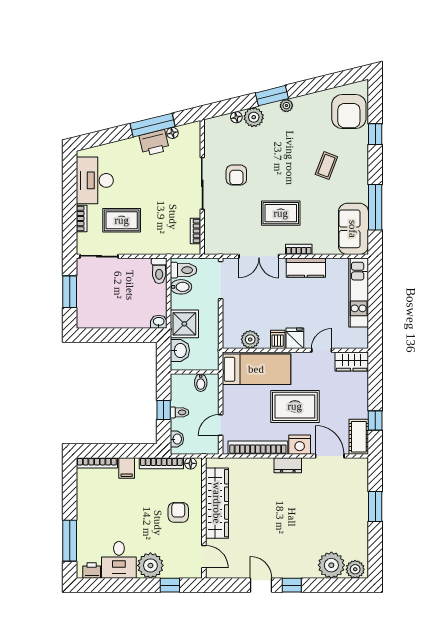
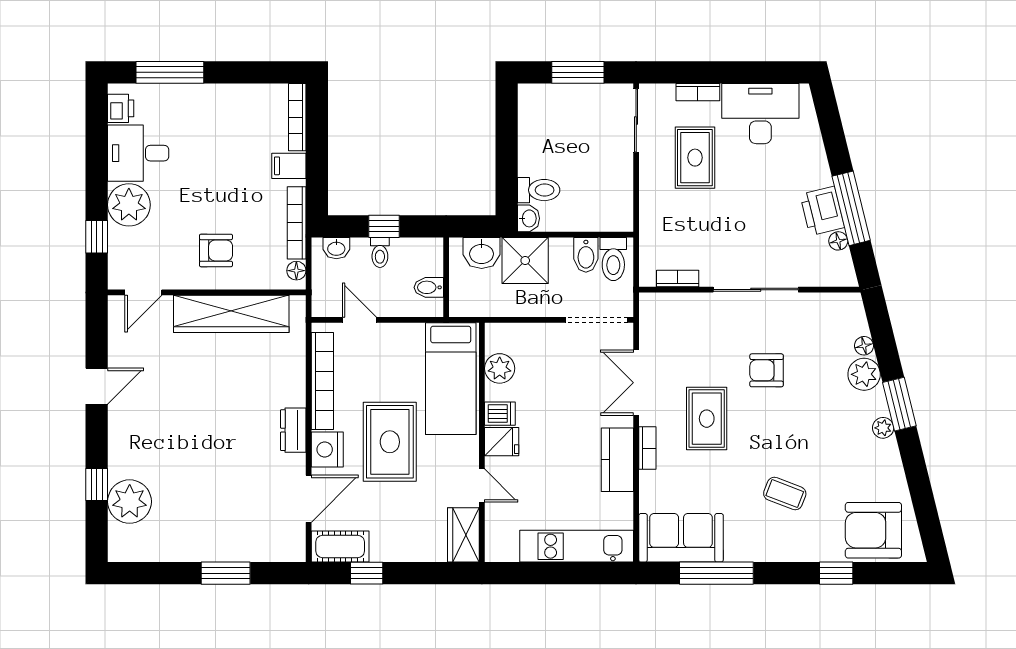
armchair: (236, 175) -> (767, 370), moved
toilet: (159, 271) -> (539, 190), moved, turned 180
plant: (355, 569) -> (123, 541), removed
window: (292, 585) -> (97, 485), moved

